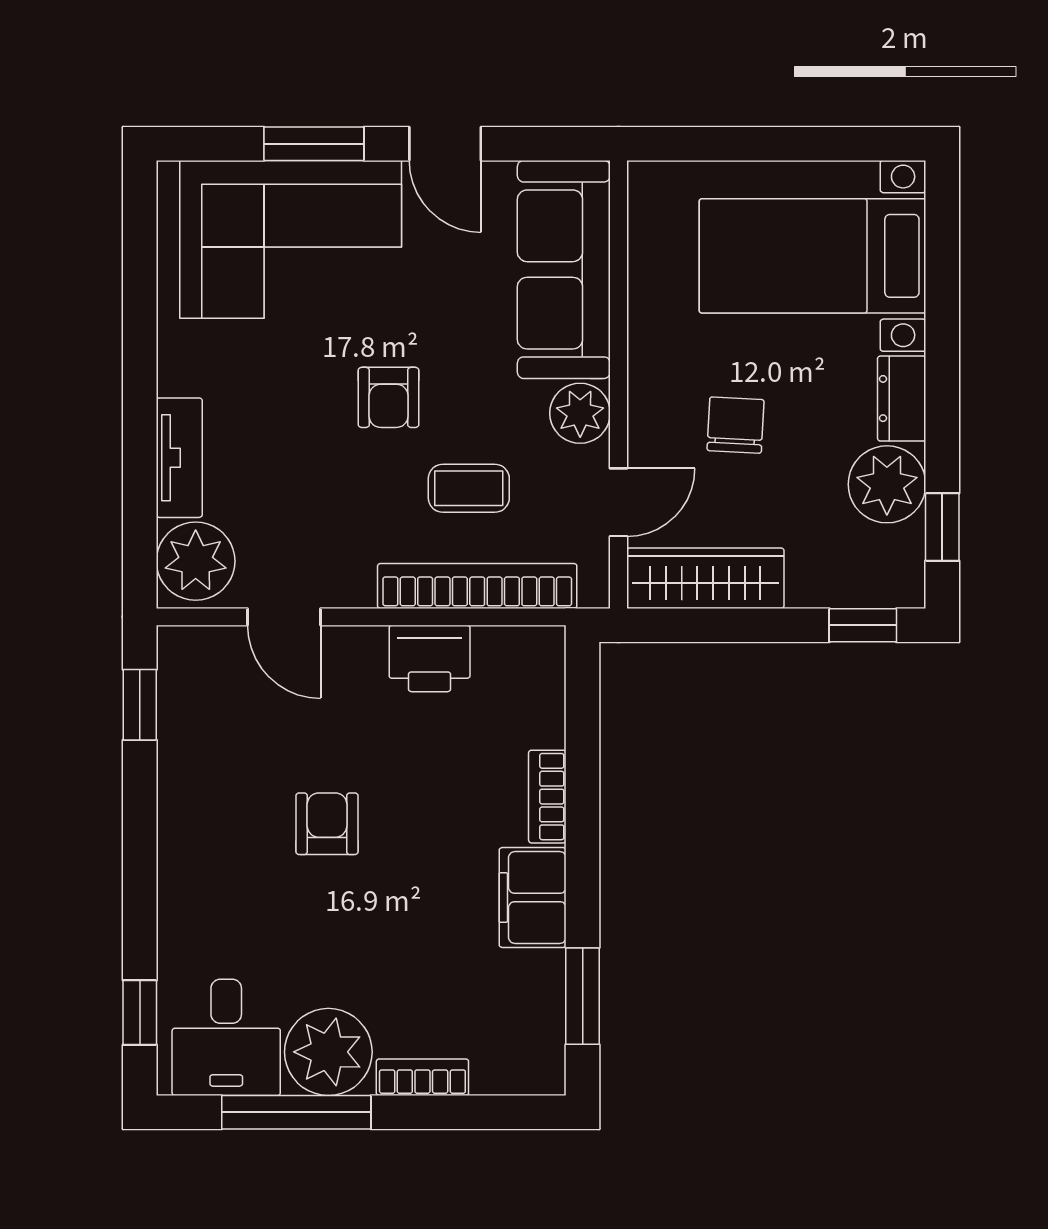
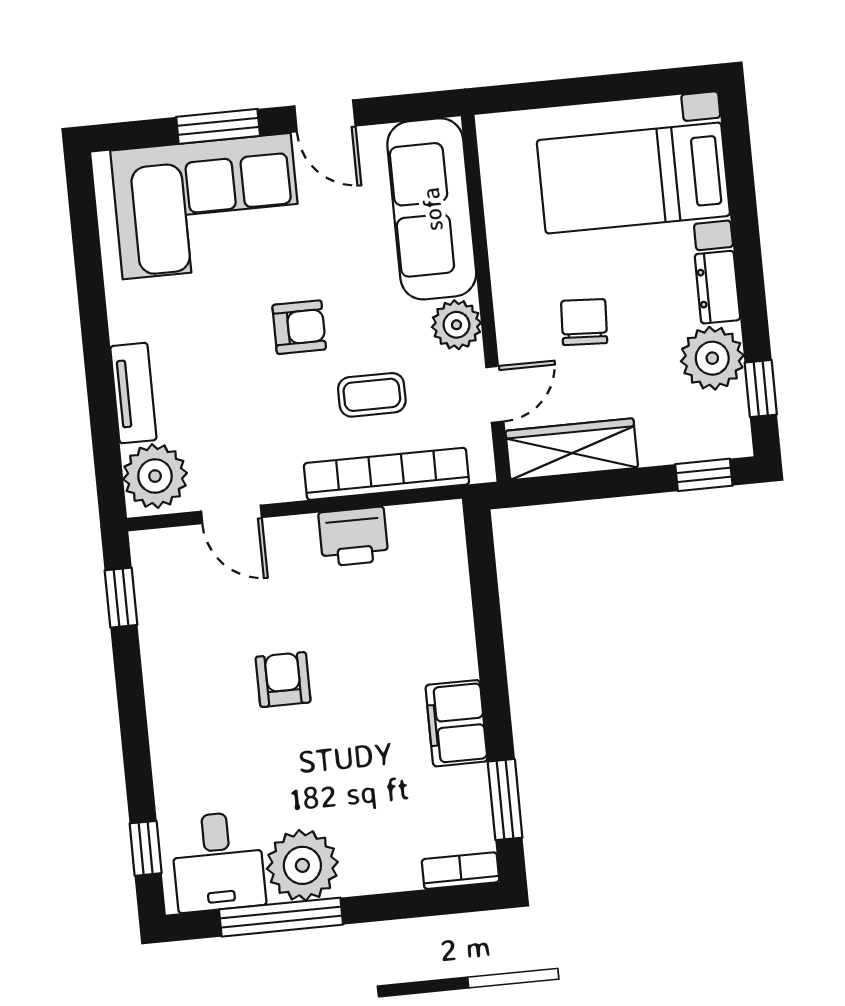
armchair: (389, 397) -> (299, 327), turned -90
bookcase: (547, 797) -> (460, 640), removed
bookcase: (422, 1077) -> (461, 871), moved

